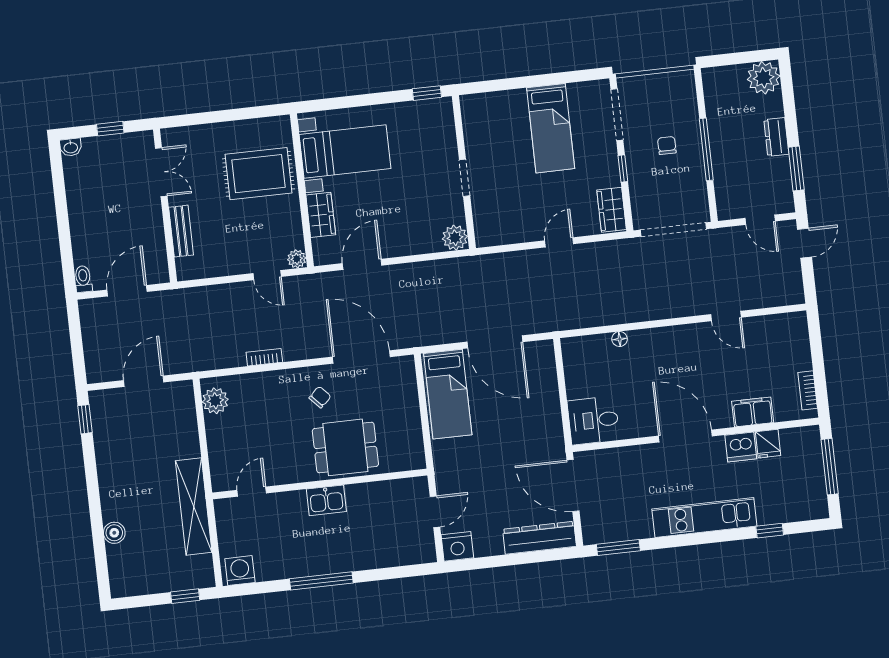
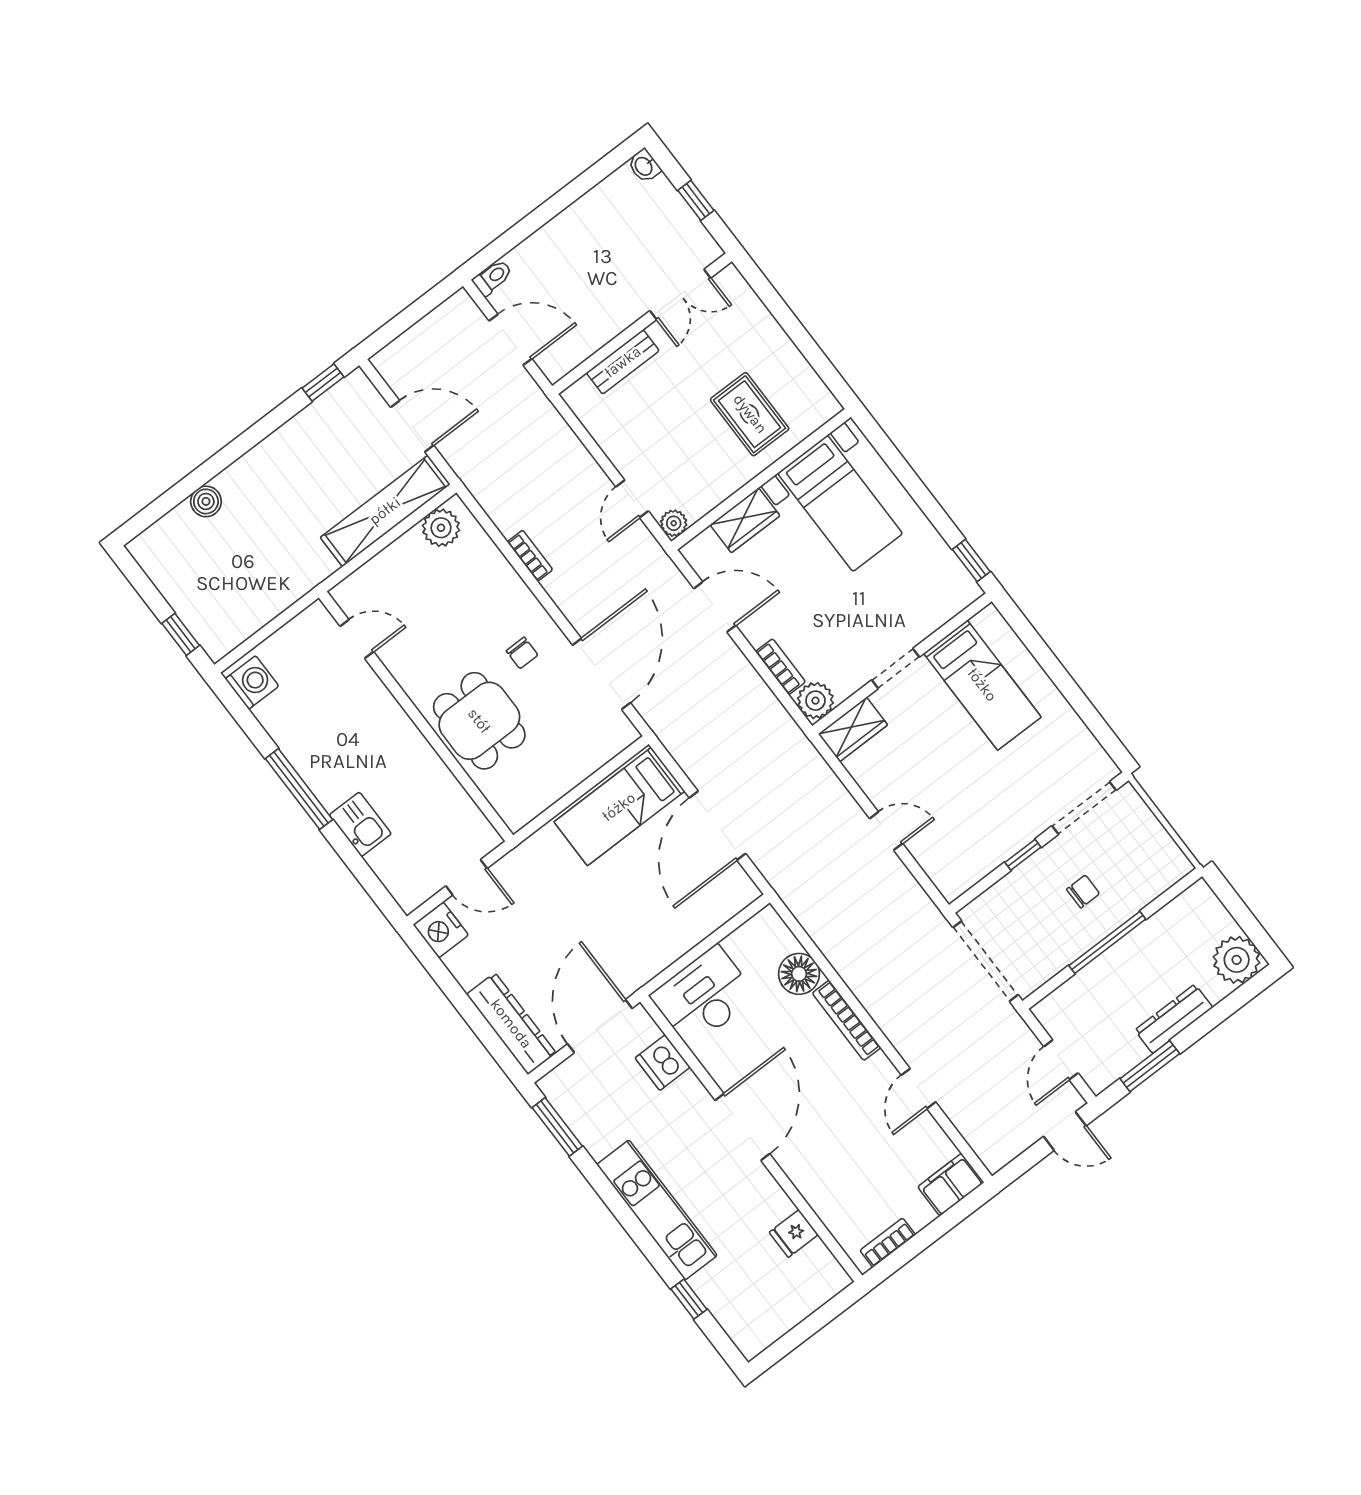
bed: (551, 128) -> (982, 685), moved, turned -90
dresser: (776, 137) -> (1174, 1019), width x1.44
rug: (258, 174) -> (750, 414), width x0.73, depth x0.70
wardrobe: (612, 210) -> (853, 729), moved, turned 180
bookcase: (422, 246) -> (780, 667), added
bookcase: (659, 335) -> (846, 1020), added
floor lamp: (620, 339) -> (799, 974), width x1.89, depth x1.89
chair: (320, 397) -> (522, 653), turned 43
filing cabinet: (753, 412) -> (951, 1185), moved, turned -90
desk: (593, 420) -> (704, 996), width x1.37
dishwasher: (741, 447) -> (663, 1063), moved
window: (830, 467) -> (811, 1325), removed
kitchen sink: (326, 500) -> (360, 824), moved, turned 180
shelving: (194, 506) -> (385, 511), moved

